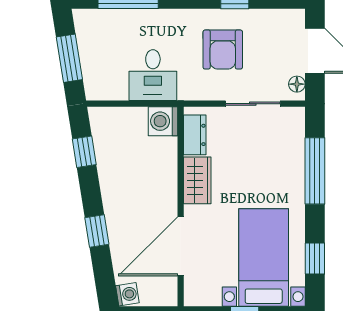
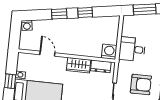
armchair: (223, 50) -> (141, 84), turned 180
window: (84, 152) -> (85, 13), moved
door: (181, 246) -> (47, 54), width x0.53

